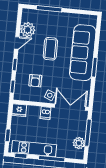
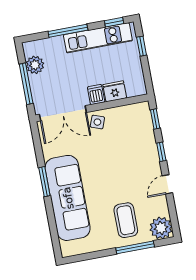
plant: (28, 30) -> (161, 228), moved
coffee table: (50, 49) -> (126, 220), moved
armchair: (35, 81) -> (125, 137), removed
fridge: (19, 110) -> (115, 91), moved

